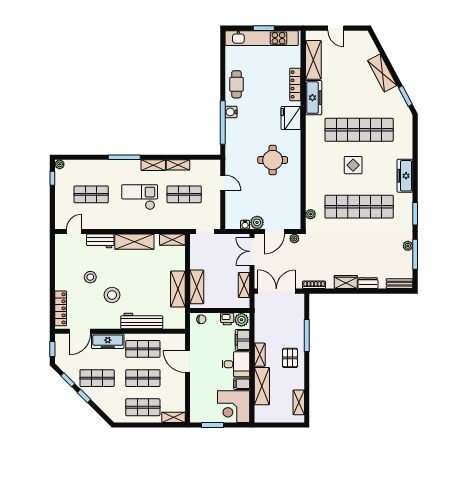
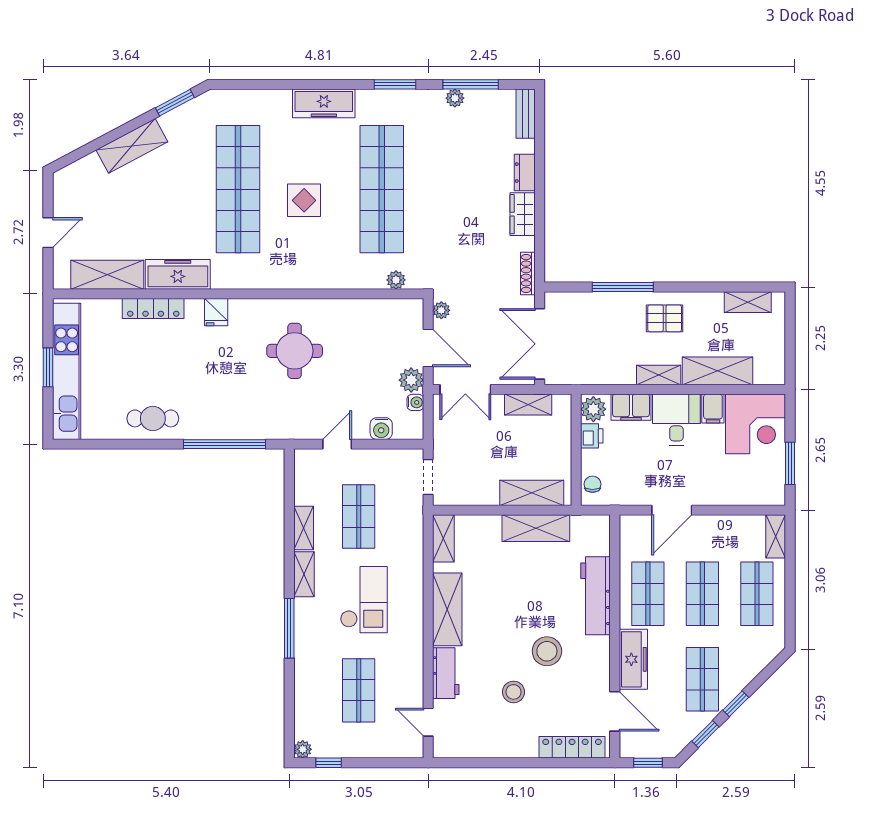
water cooler: (231, 112) -> (381, 429), moved
fridge: (291, 118) -> (216, 312), width x0.53, depth x0.75
checkout: (140, 197) -> (364, 600), turned 180

